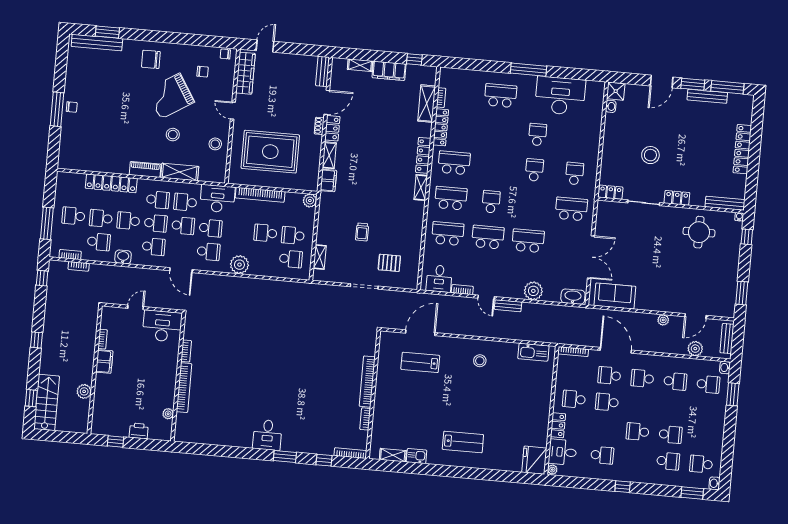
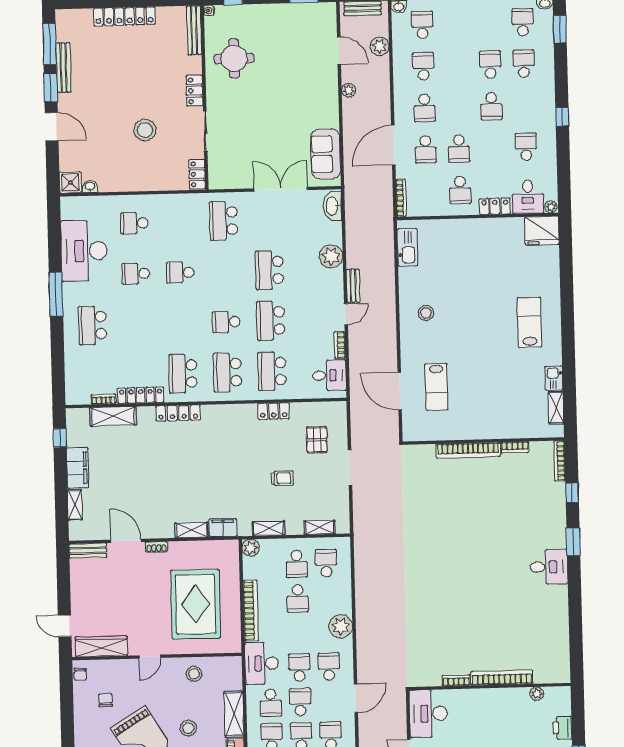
locker: (332, 128) -> (274, 411), moved, turned 180
school desk: (574, 174) -> (134, 223), moved
shelving: (421, 187) -> (269, 528), moved
school desk: (701, 464) -> (523, 22), turned 180

